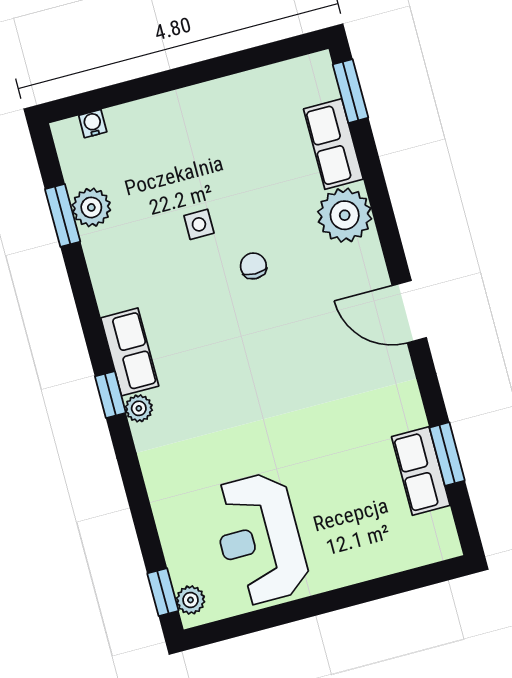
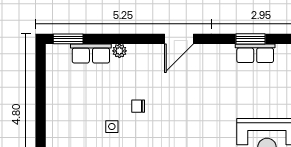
plant: (345, 215) -> (119, 51), width x0.53, depth x0.53

